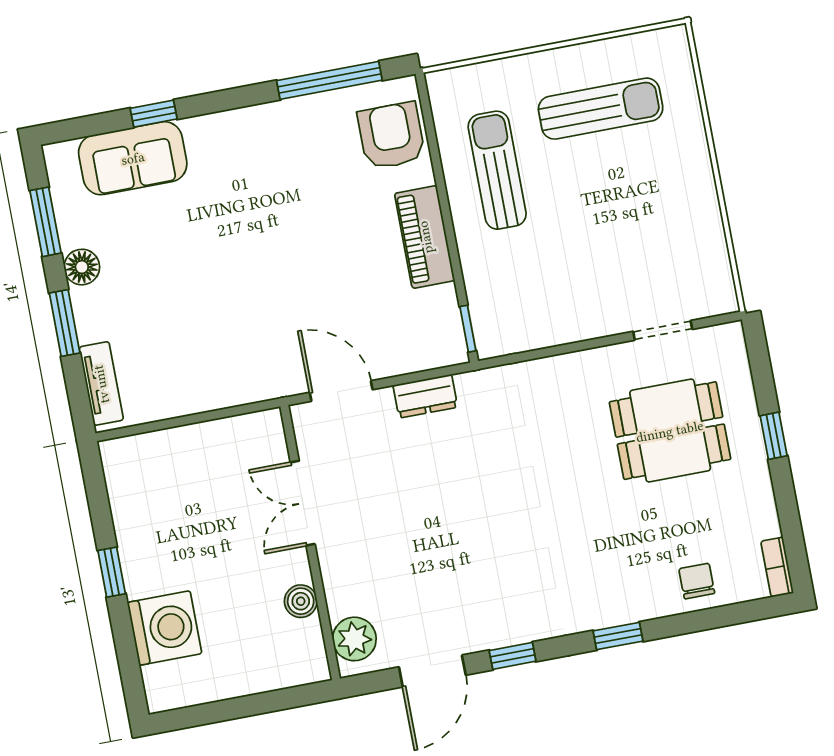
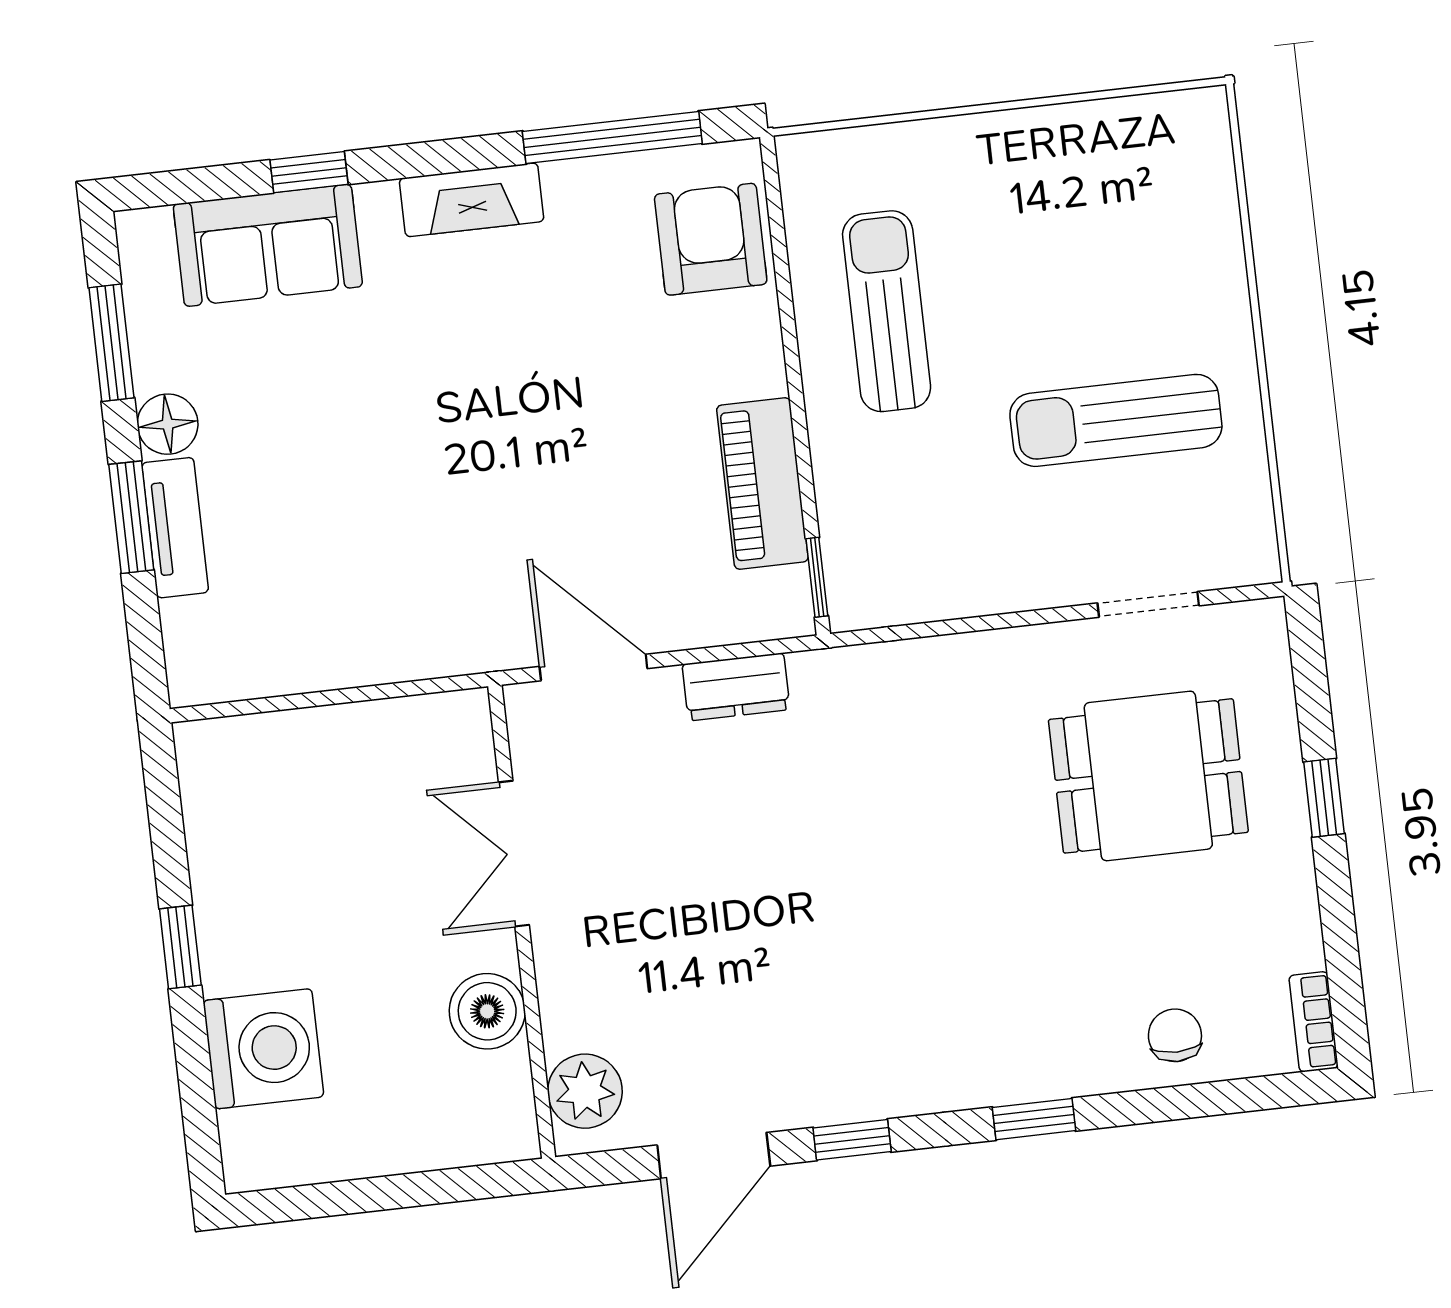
sun lounger: (601, 109) -> (1116, 420), moved, turned 180
fireplace: (250, 123) -> (472, 200), added
piano: (425, 237) -> (762, 483), moved
tv unit: (101, 384) -> (175, 528), moved
boiler: (301, 601) -> (487, 1011), width x1.36, depth x1.36

